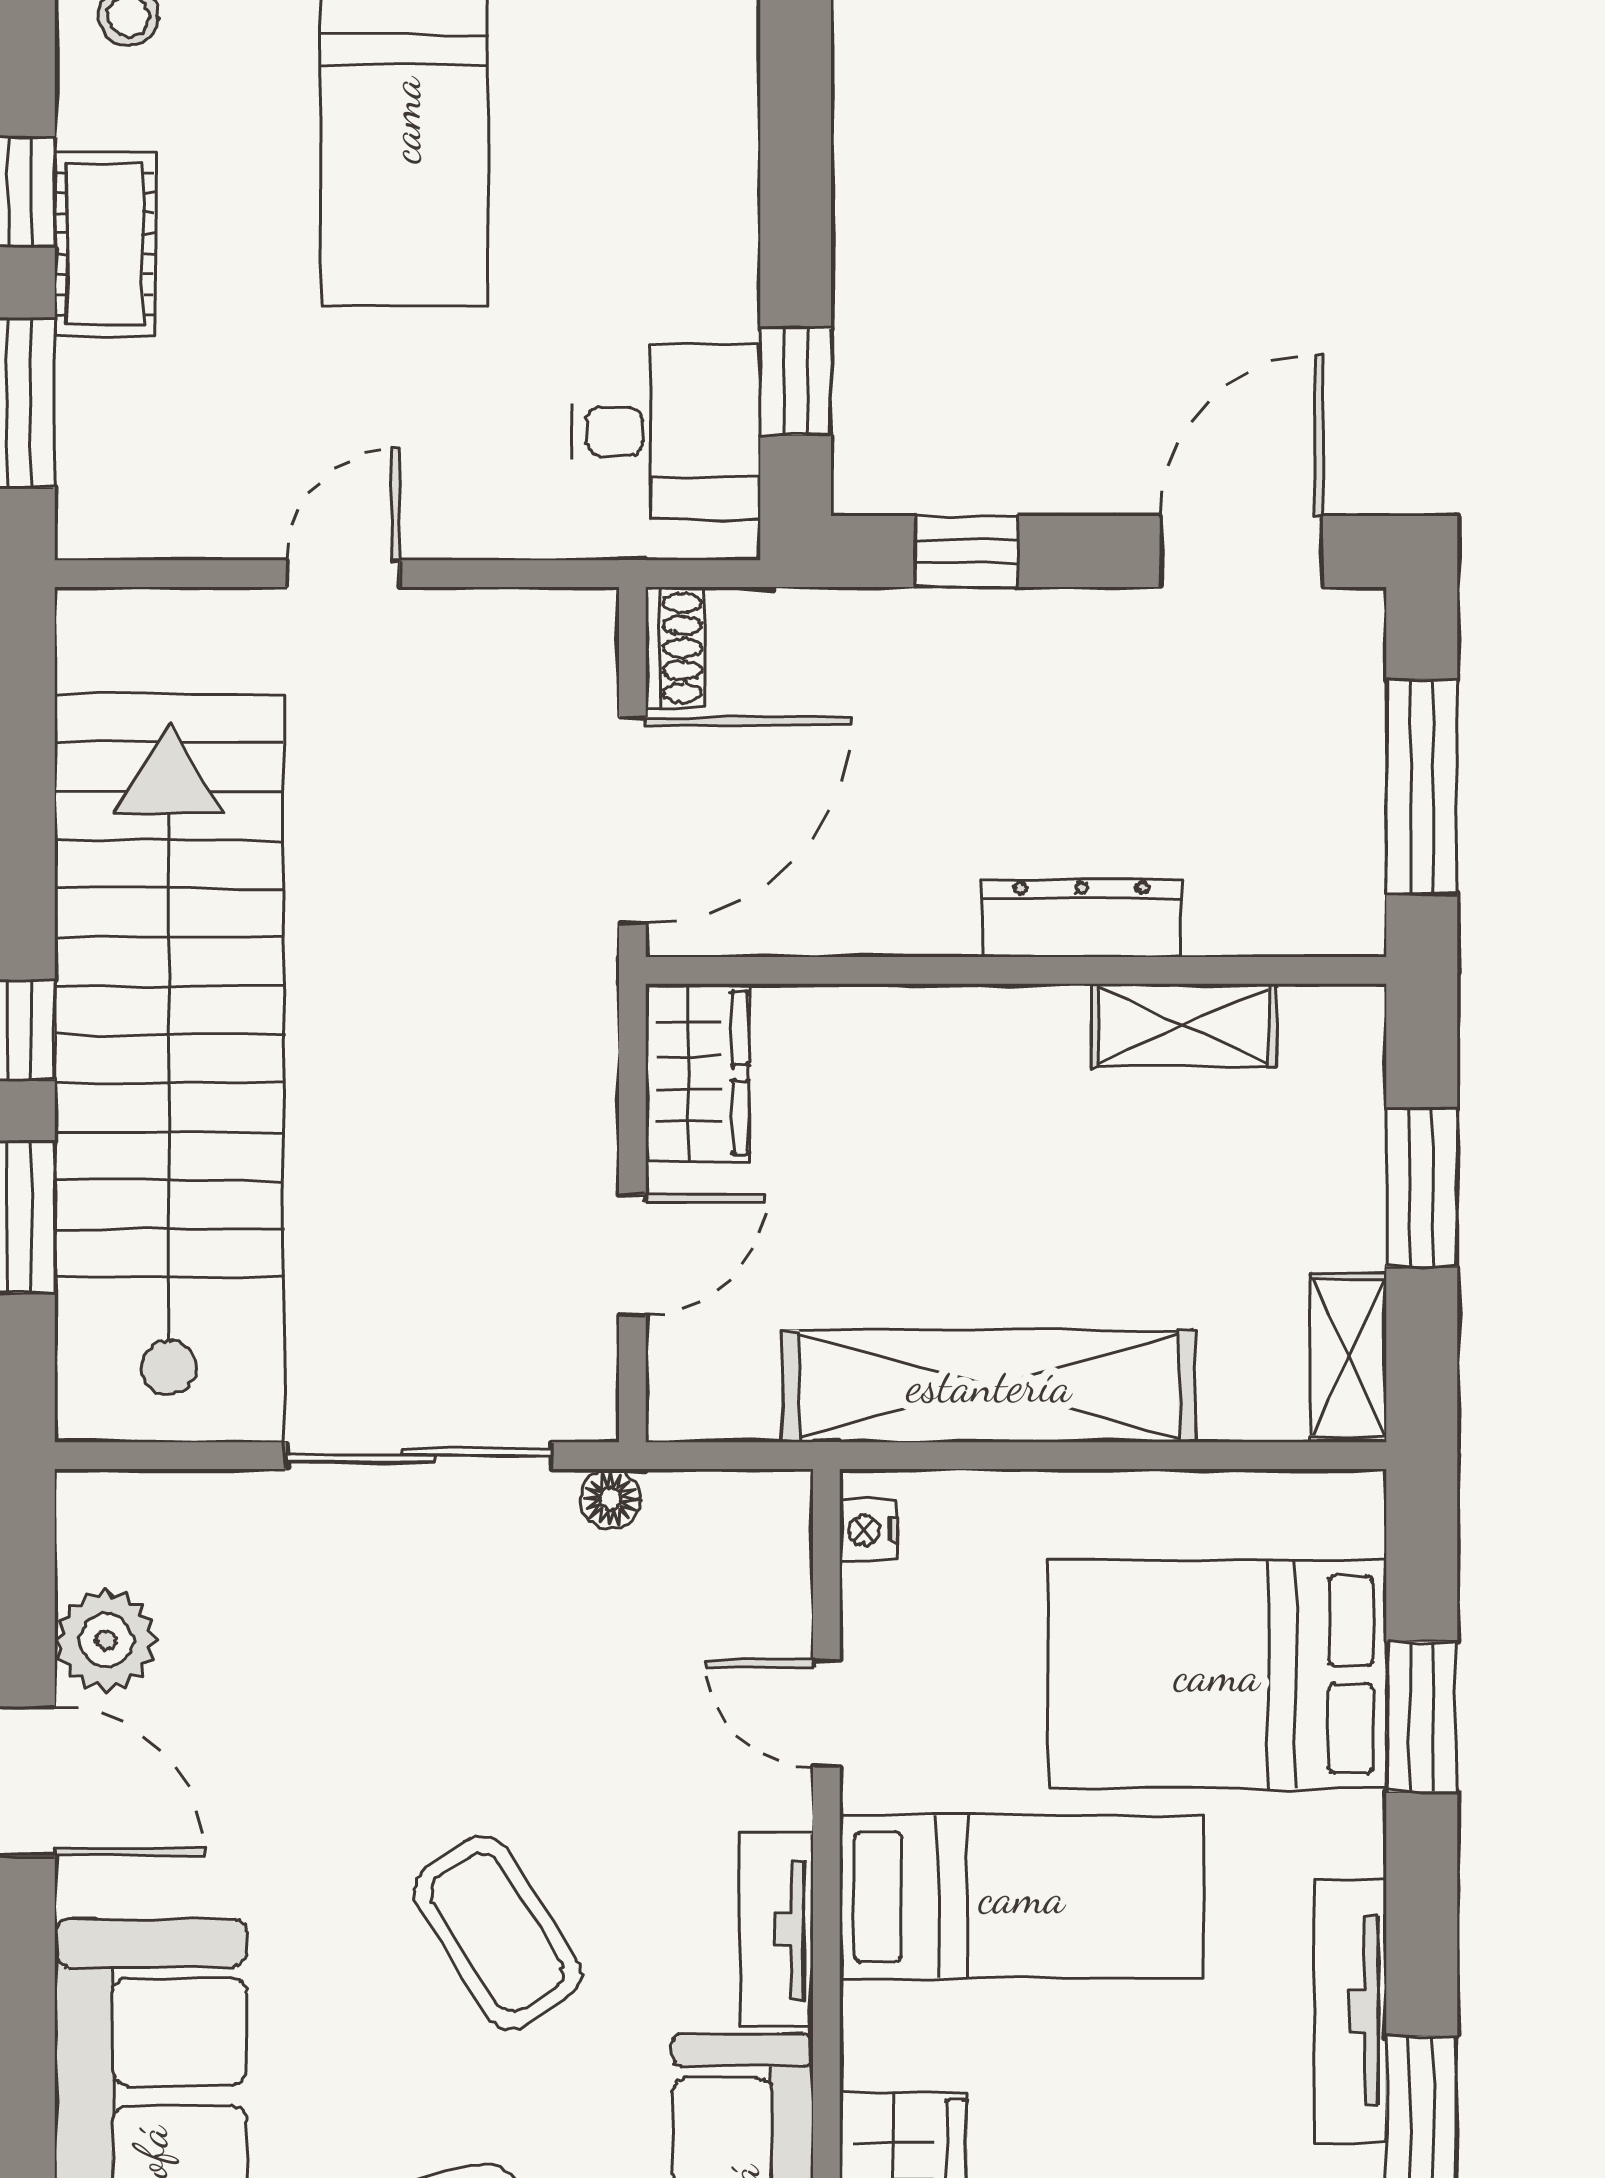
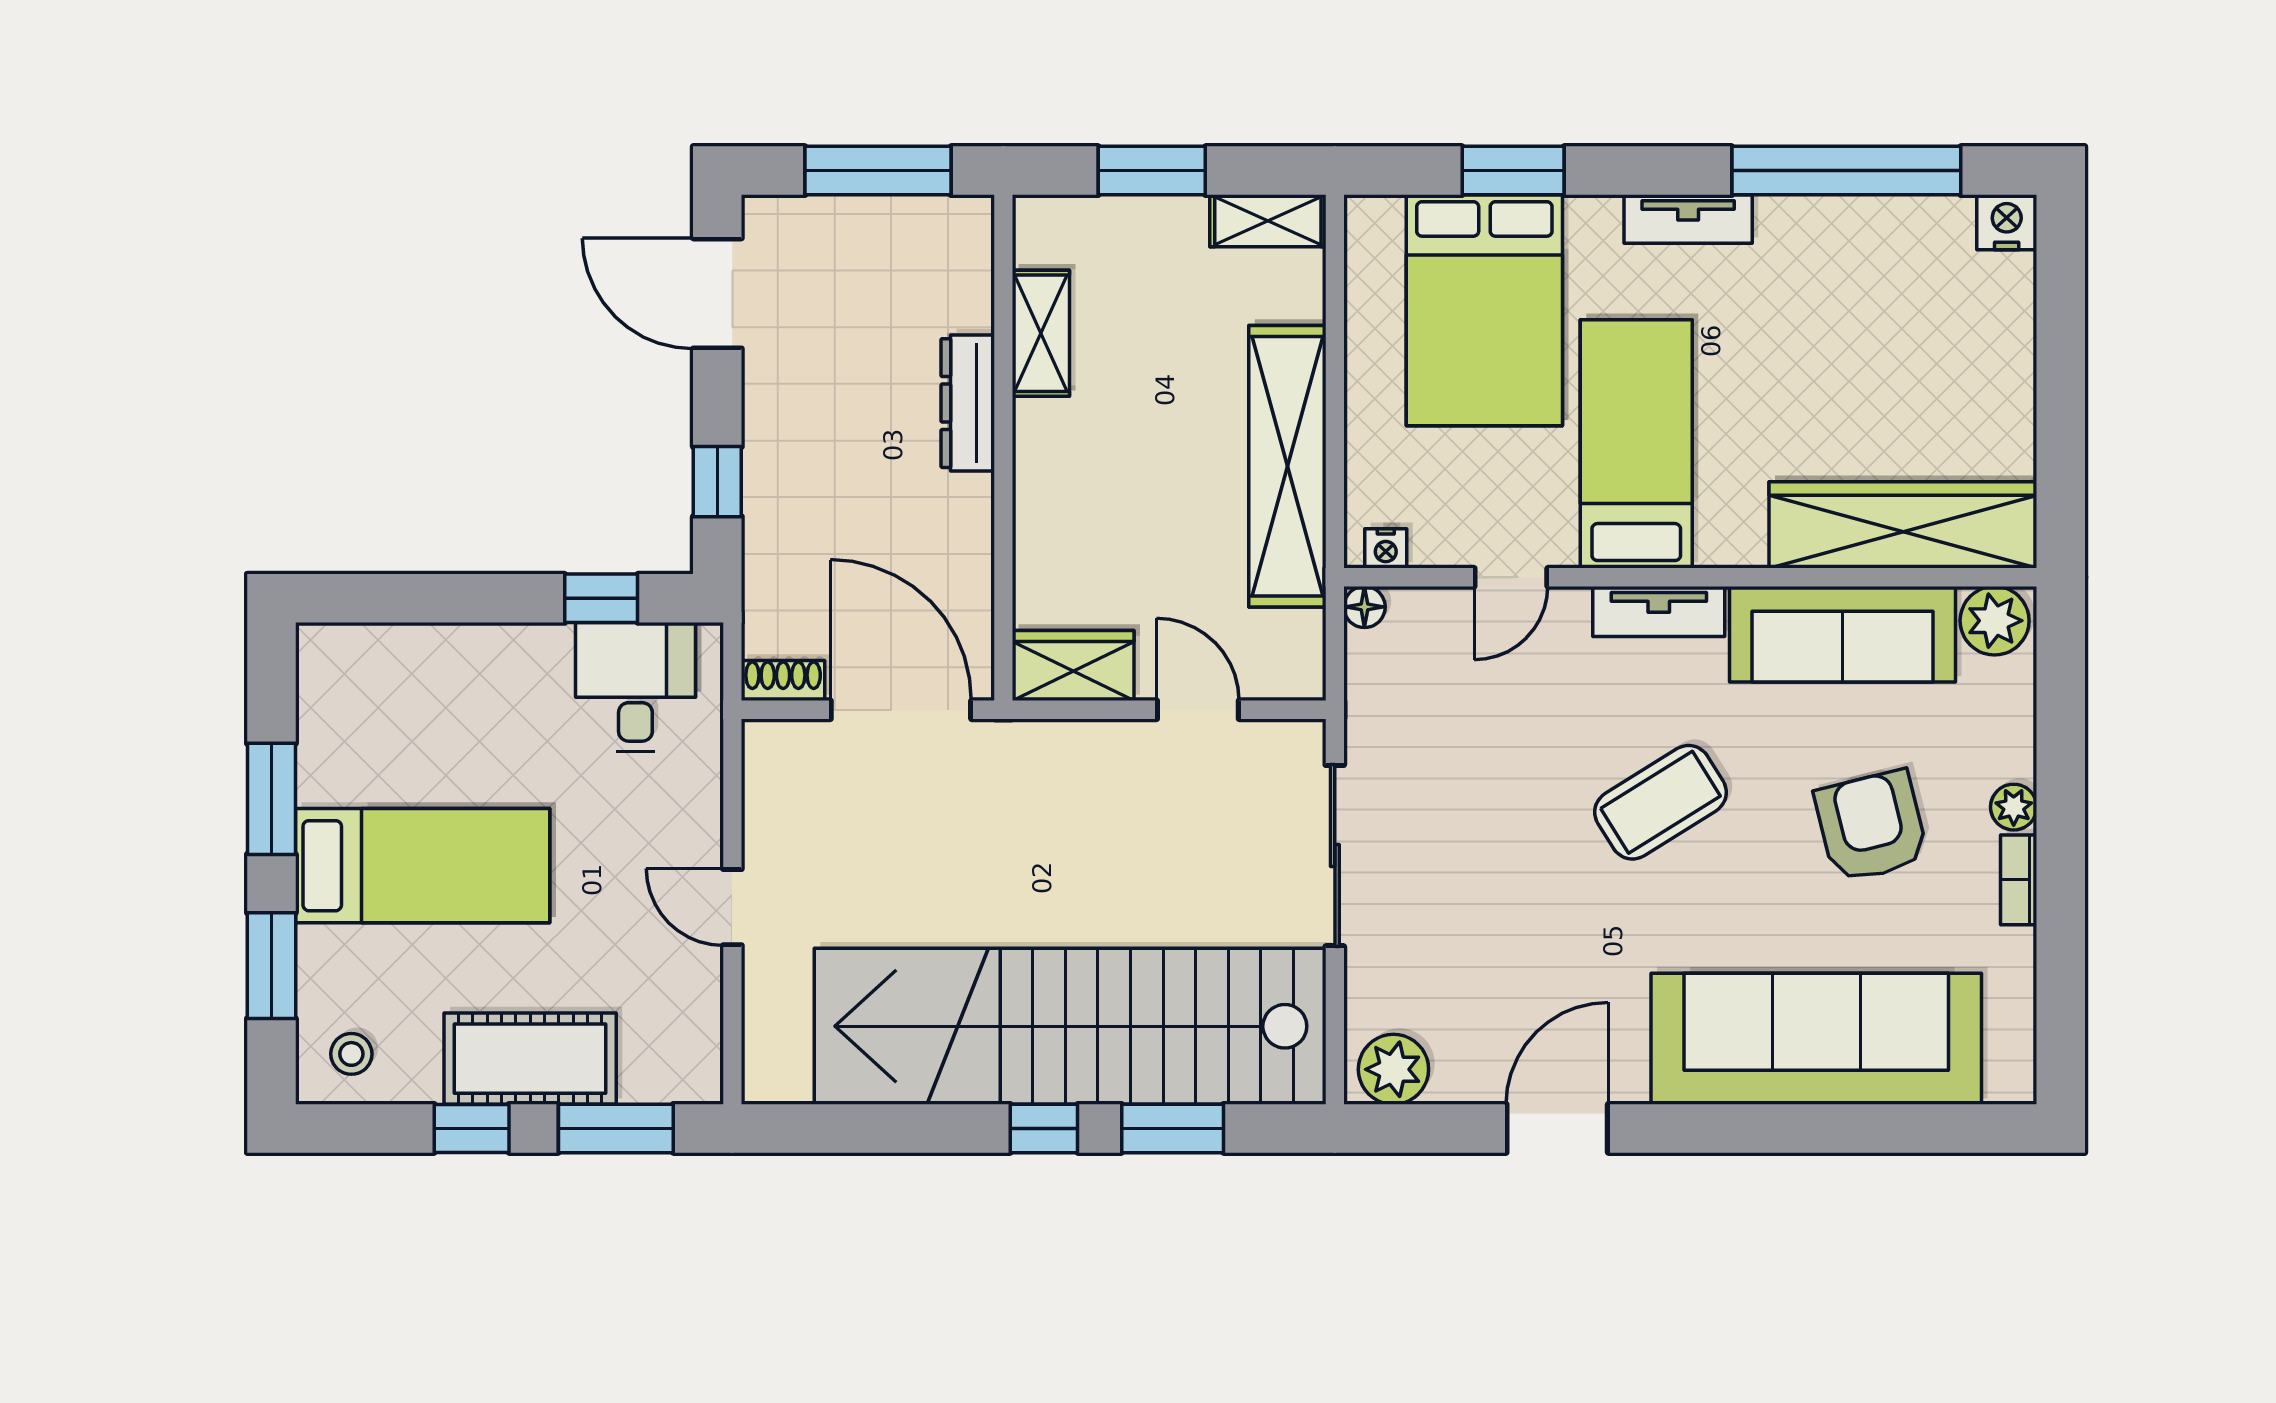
cot: (105, 243) -> (530, 1059), width x1.37, depth x1.34
floor lamp: (610, 1499) -> (1364, 607), moved
plant: (106, 1640) -> (1393, 1069), moved
tv unit: (1351, 2011) -> (1688, 219), width x0.71

